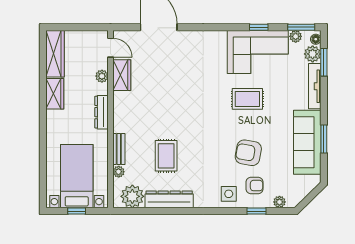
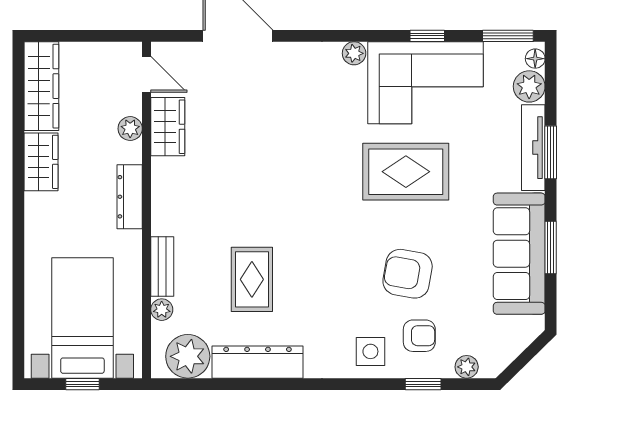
plant: (296, 36) -> (354, 53), moved
window: (324, 62) -> (551, 152), moved
rug: (247, 99) -> (406, 172), width x1.36, depth x1.43

